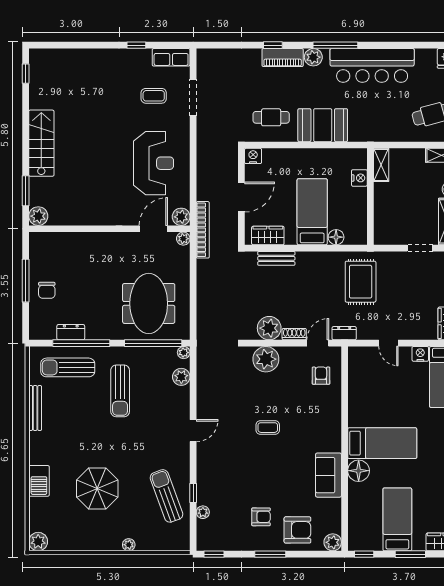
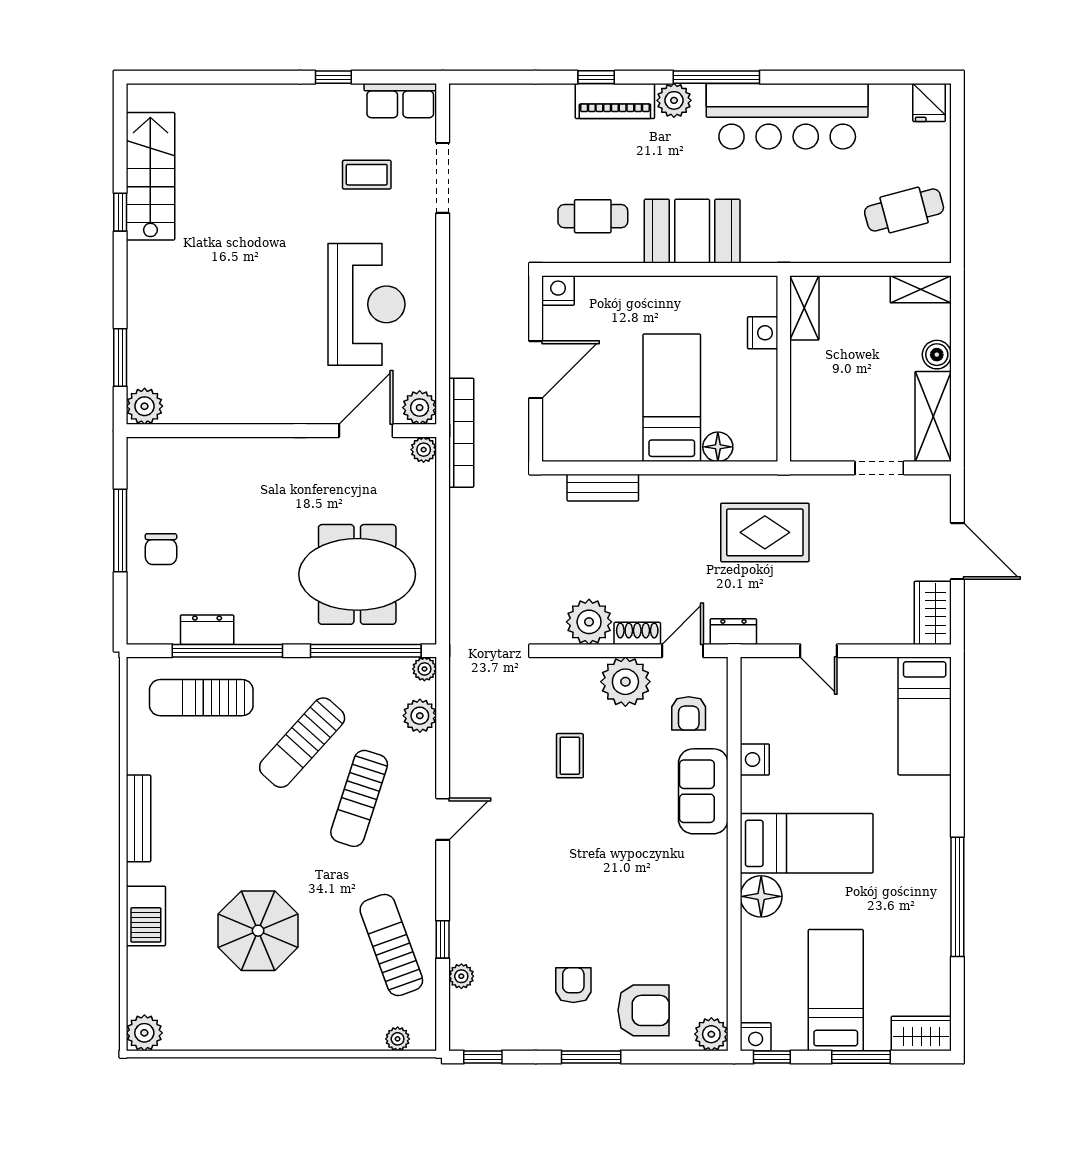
window: (26, 74) -> (120, 212), moved
stairs: (41, 143) -> (150, 176), moved
wardrobe: (268, 236) -> (586, 444), removed
rug: (361, 282) -> (765, 532), turned 90
meeting table: (149, 303) -> (357, 574), turned 90
nightstand: (420, 354) -> (755, 759), moved, turned -90
plant: (266, 359) -> (625, 682), moved
armchair: (321, 376) -> (689, 713), turned 180
sun lounger: (120, 391) -> (302, 743), turned 42
bench: (35, 408) -> (138, 818), moved
sun lounger: (150, 420) -> (359, 798), added
coffee table: (268, 428) -> (570, 756), moved, turned 90
sofa: (328, 475) -> (703, 791), moved
armchair: (261, 517) -> (573, 985), turned -90
nightstand: (356, 544) -> (756, 1037), added
plant: (129, 545) -> (398, 1039), moved

